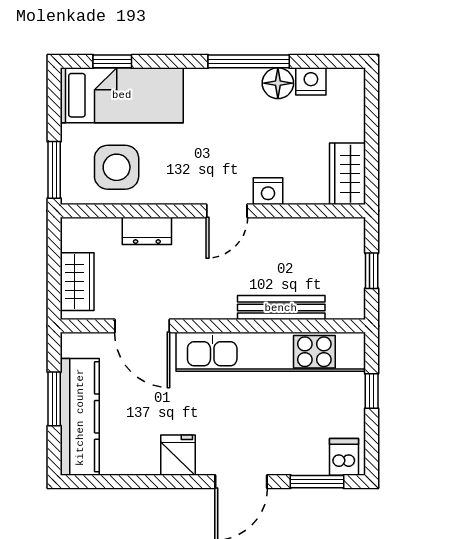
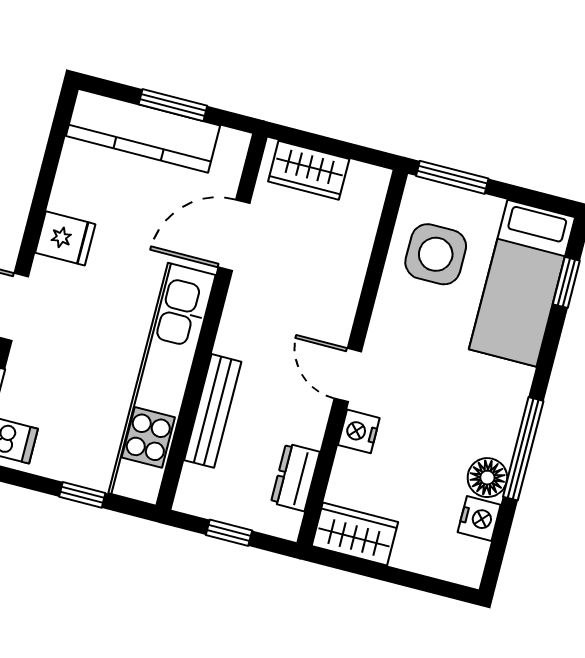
dresser: (147, 231) -> (295, 477), moved

